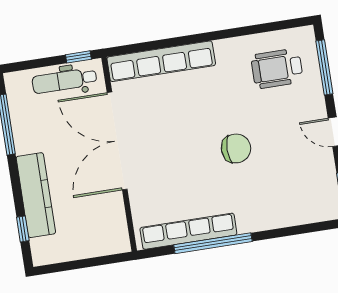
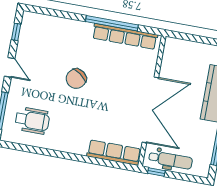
row of seats: (161, 61) -> (114, 153), width x0.73
chair: (236, 148) -> (76, 79), turned -54

